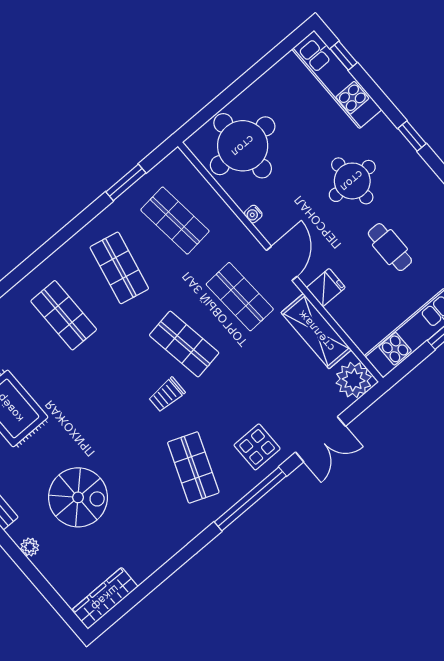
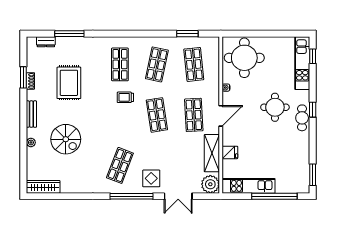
cafe table: (390, 247) -> (302, 118), moved
fridge: (326, 288) -> (230, 152), moved
trolley: (167, 395) -> (125, 97), moved

